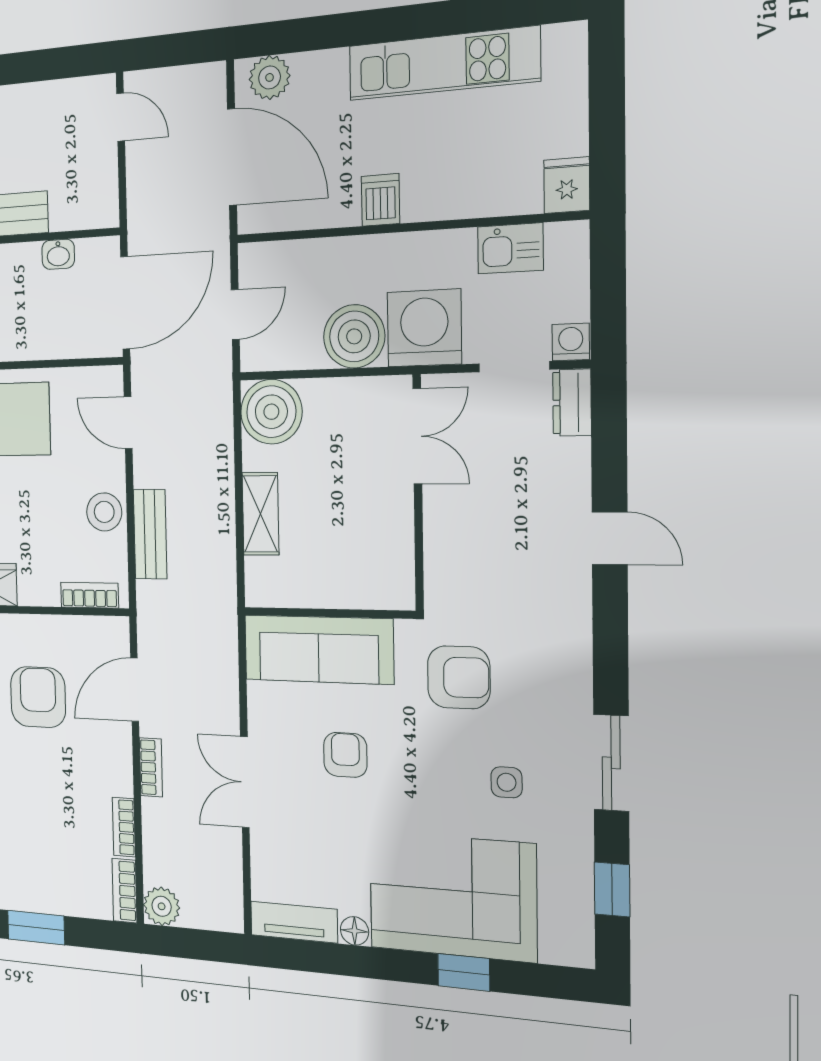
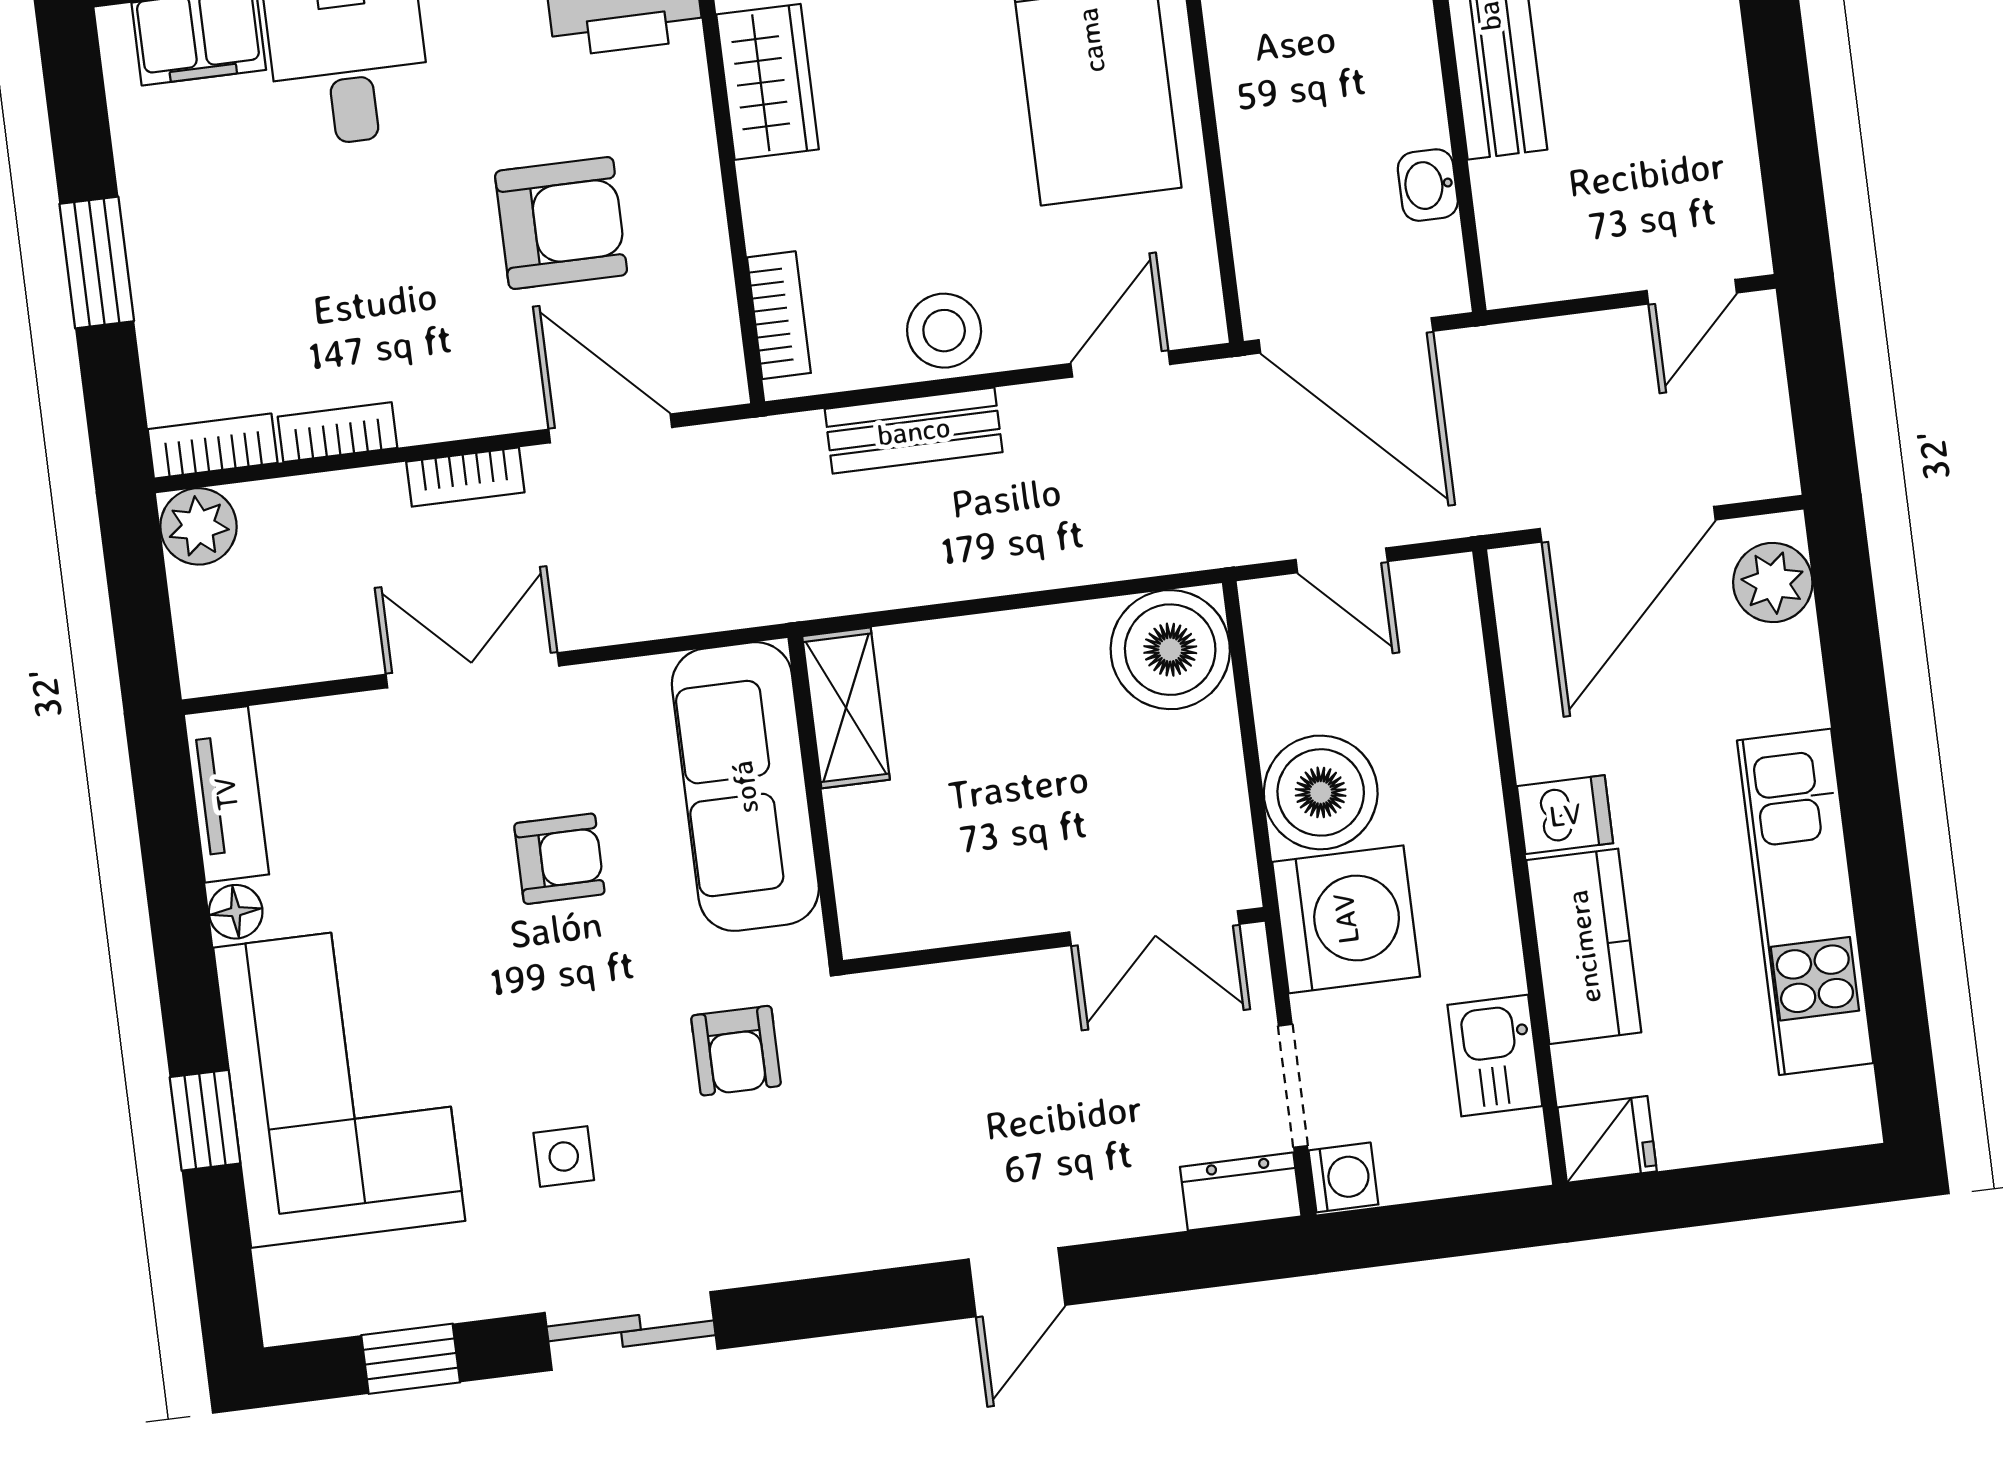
kitchen counter: (454, 193) -> (1584, 946), added
shelving: (261, 514) -> (846, 708), moved, turned 90
armchair: (459, 677) -> (736, 1051), width x0.72, depth x0.72

